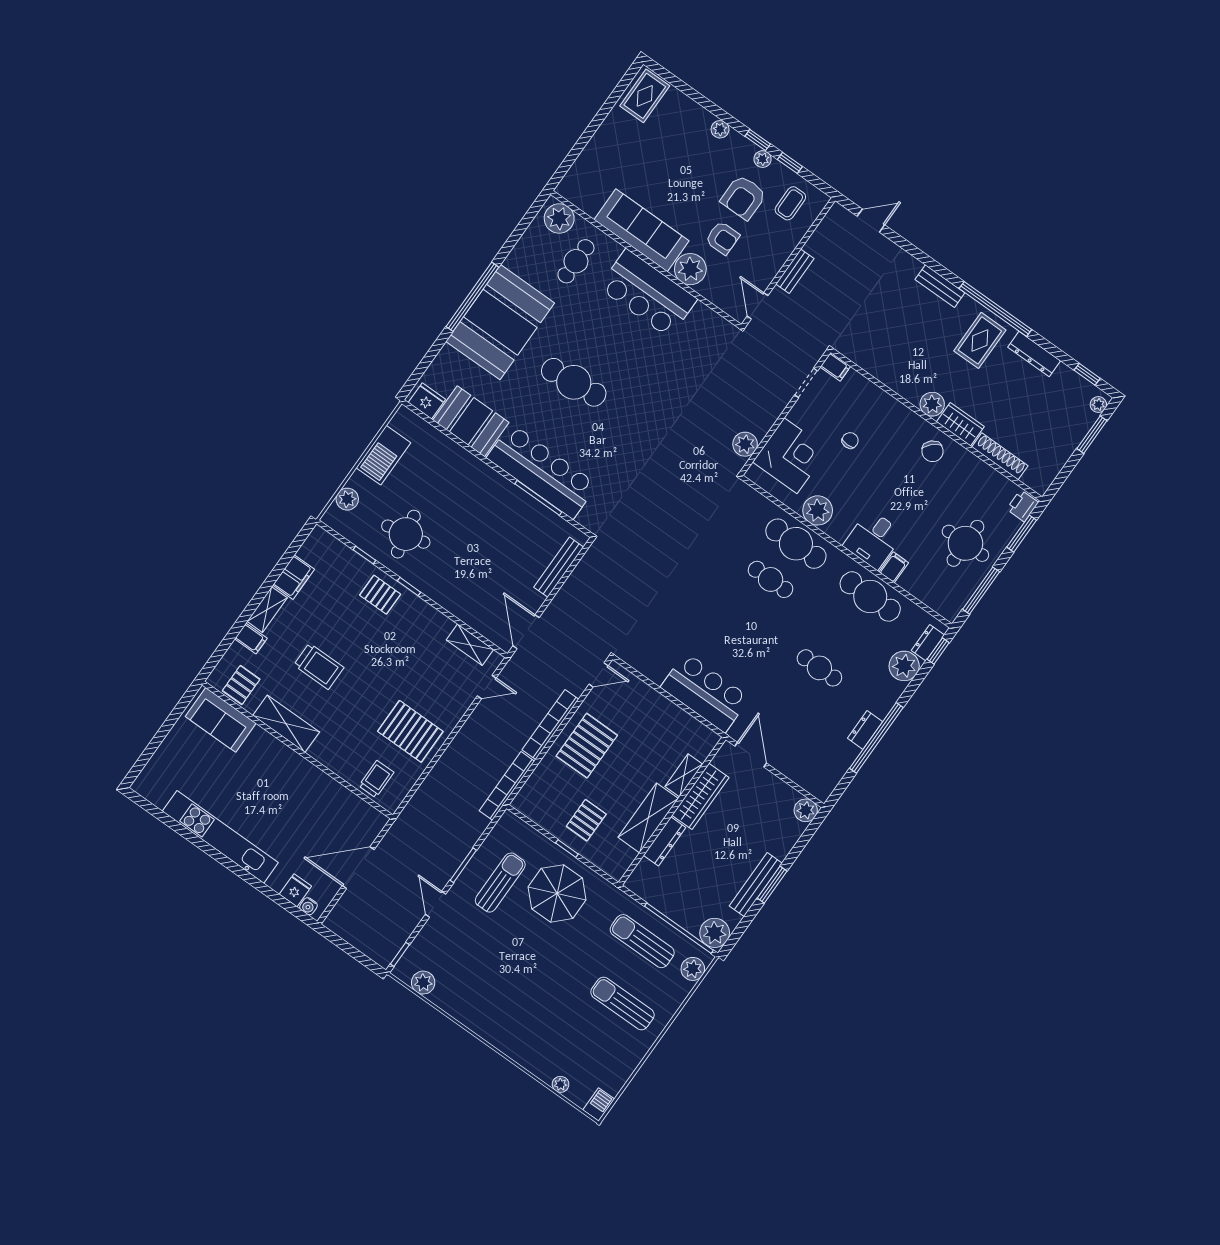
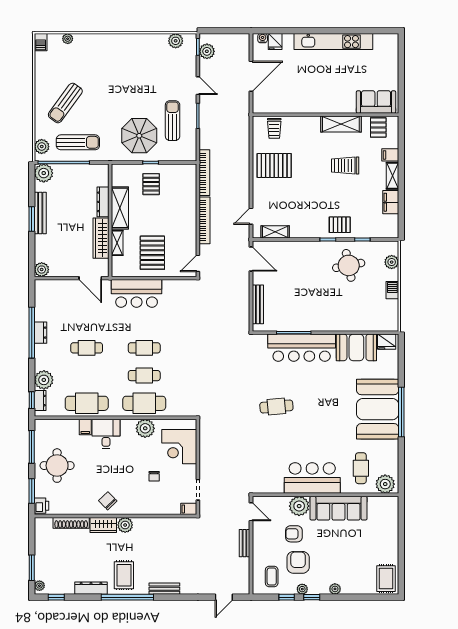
cafe table: (574, 382) -> (276, 406), moved, width x0.73, depth x0.74
plant: (745, 444) -> (207, 51), moved
barbecue: (383, 455) -> (392, 290), width x0.53, depth x0.65
cafe table: (745, 615) -> (144, 348), added
pallet: (587, 746) -> (152, 253), moved
sun lounger: (500, 883) -> (173, 121), turned 180
sun lounger: (622, 1003) -> (65, 103), turned 126

